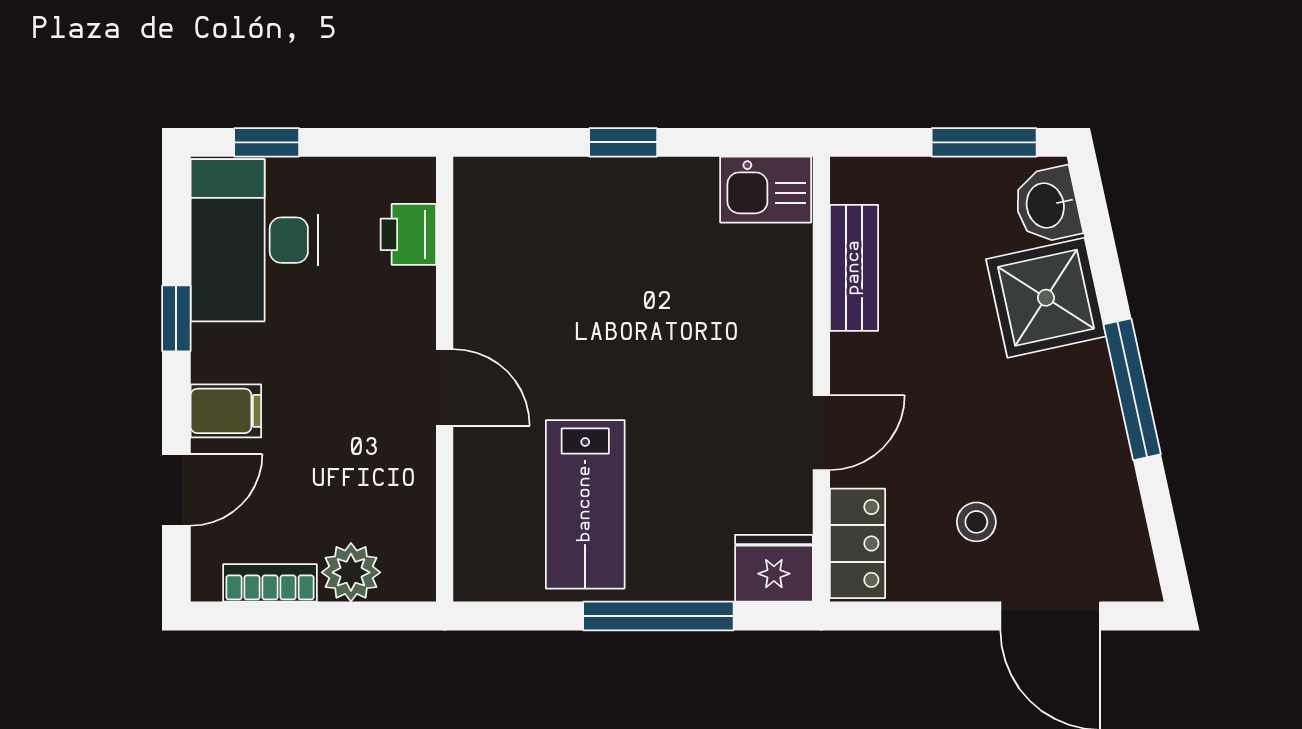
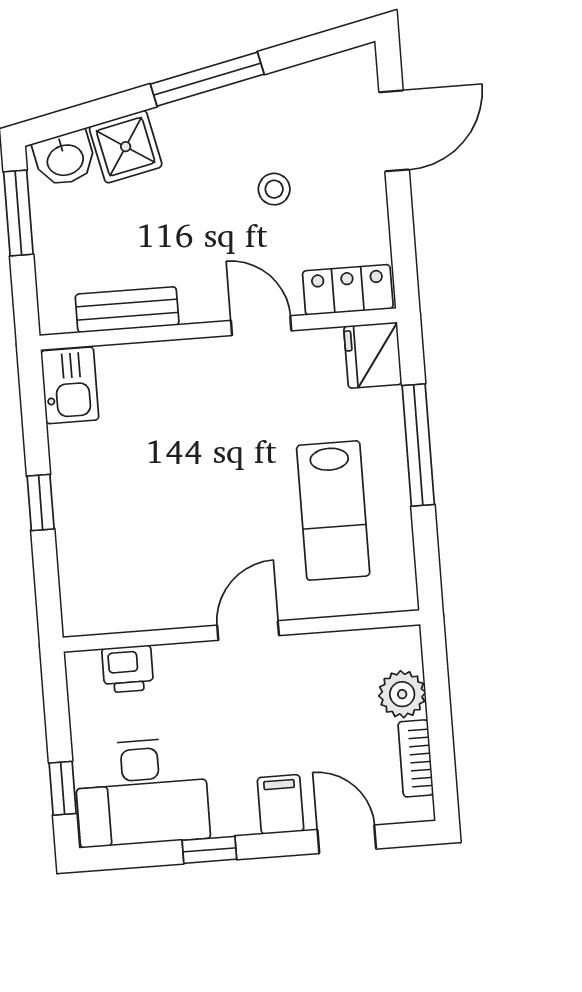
shower: (1046, 298) -> (126, 147), width x0.73, depth x0.73
lab bench: (585, 504) -> (333, 511), turned 90
stool: (976, 522) -> (274, 189), moved

